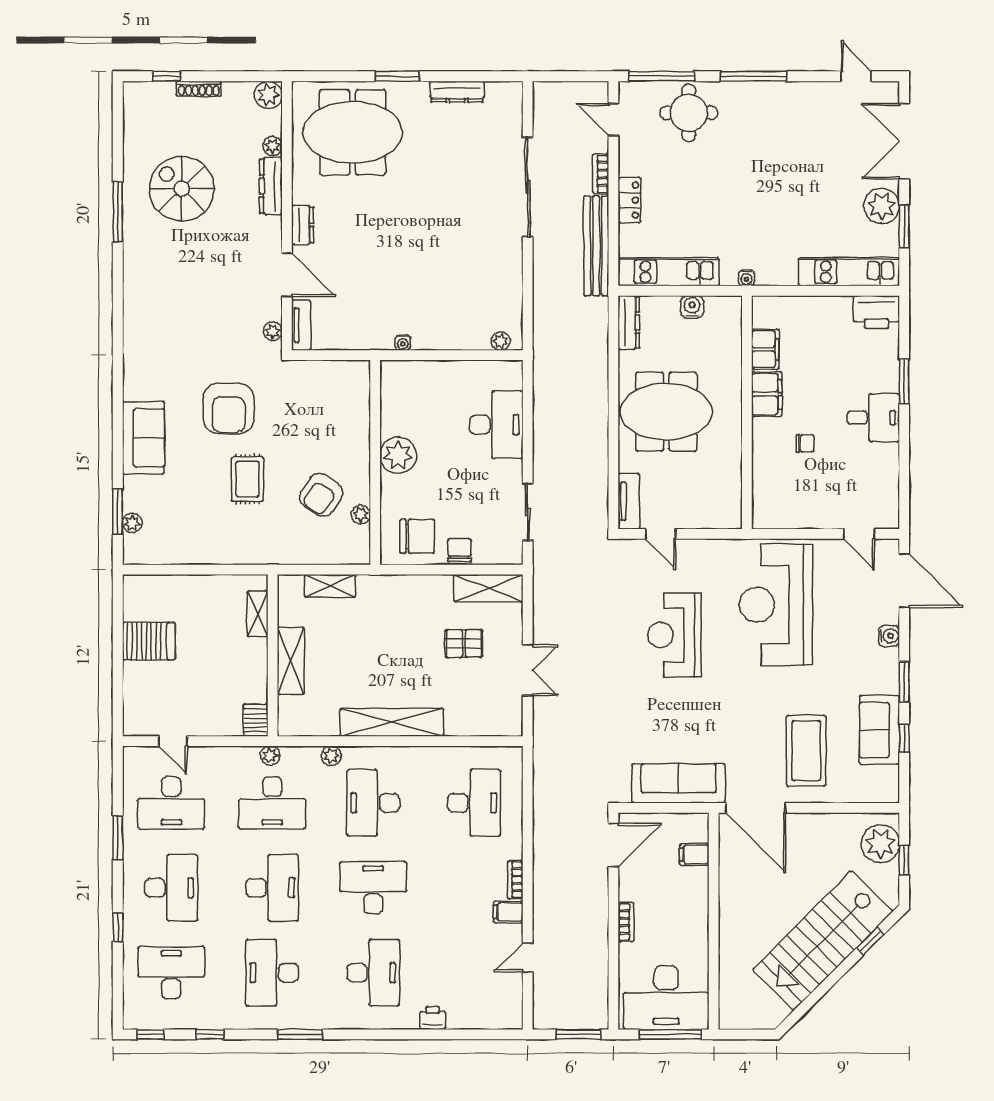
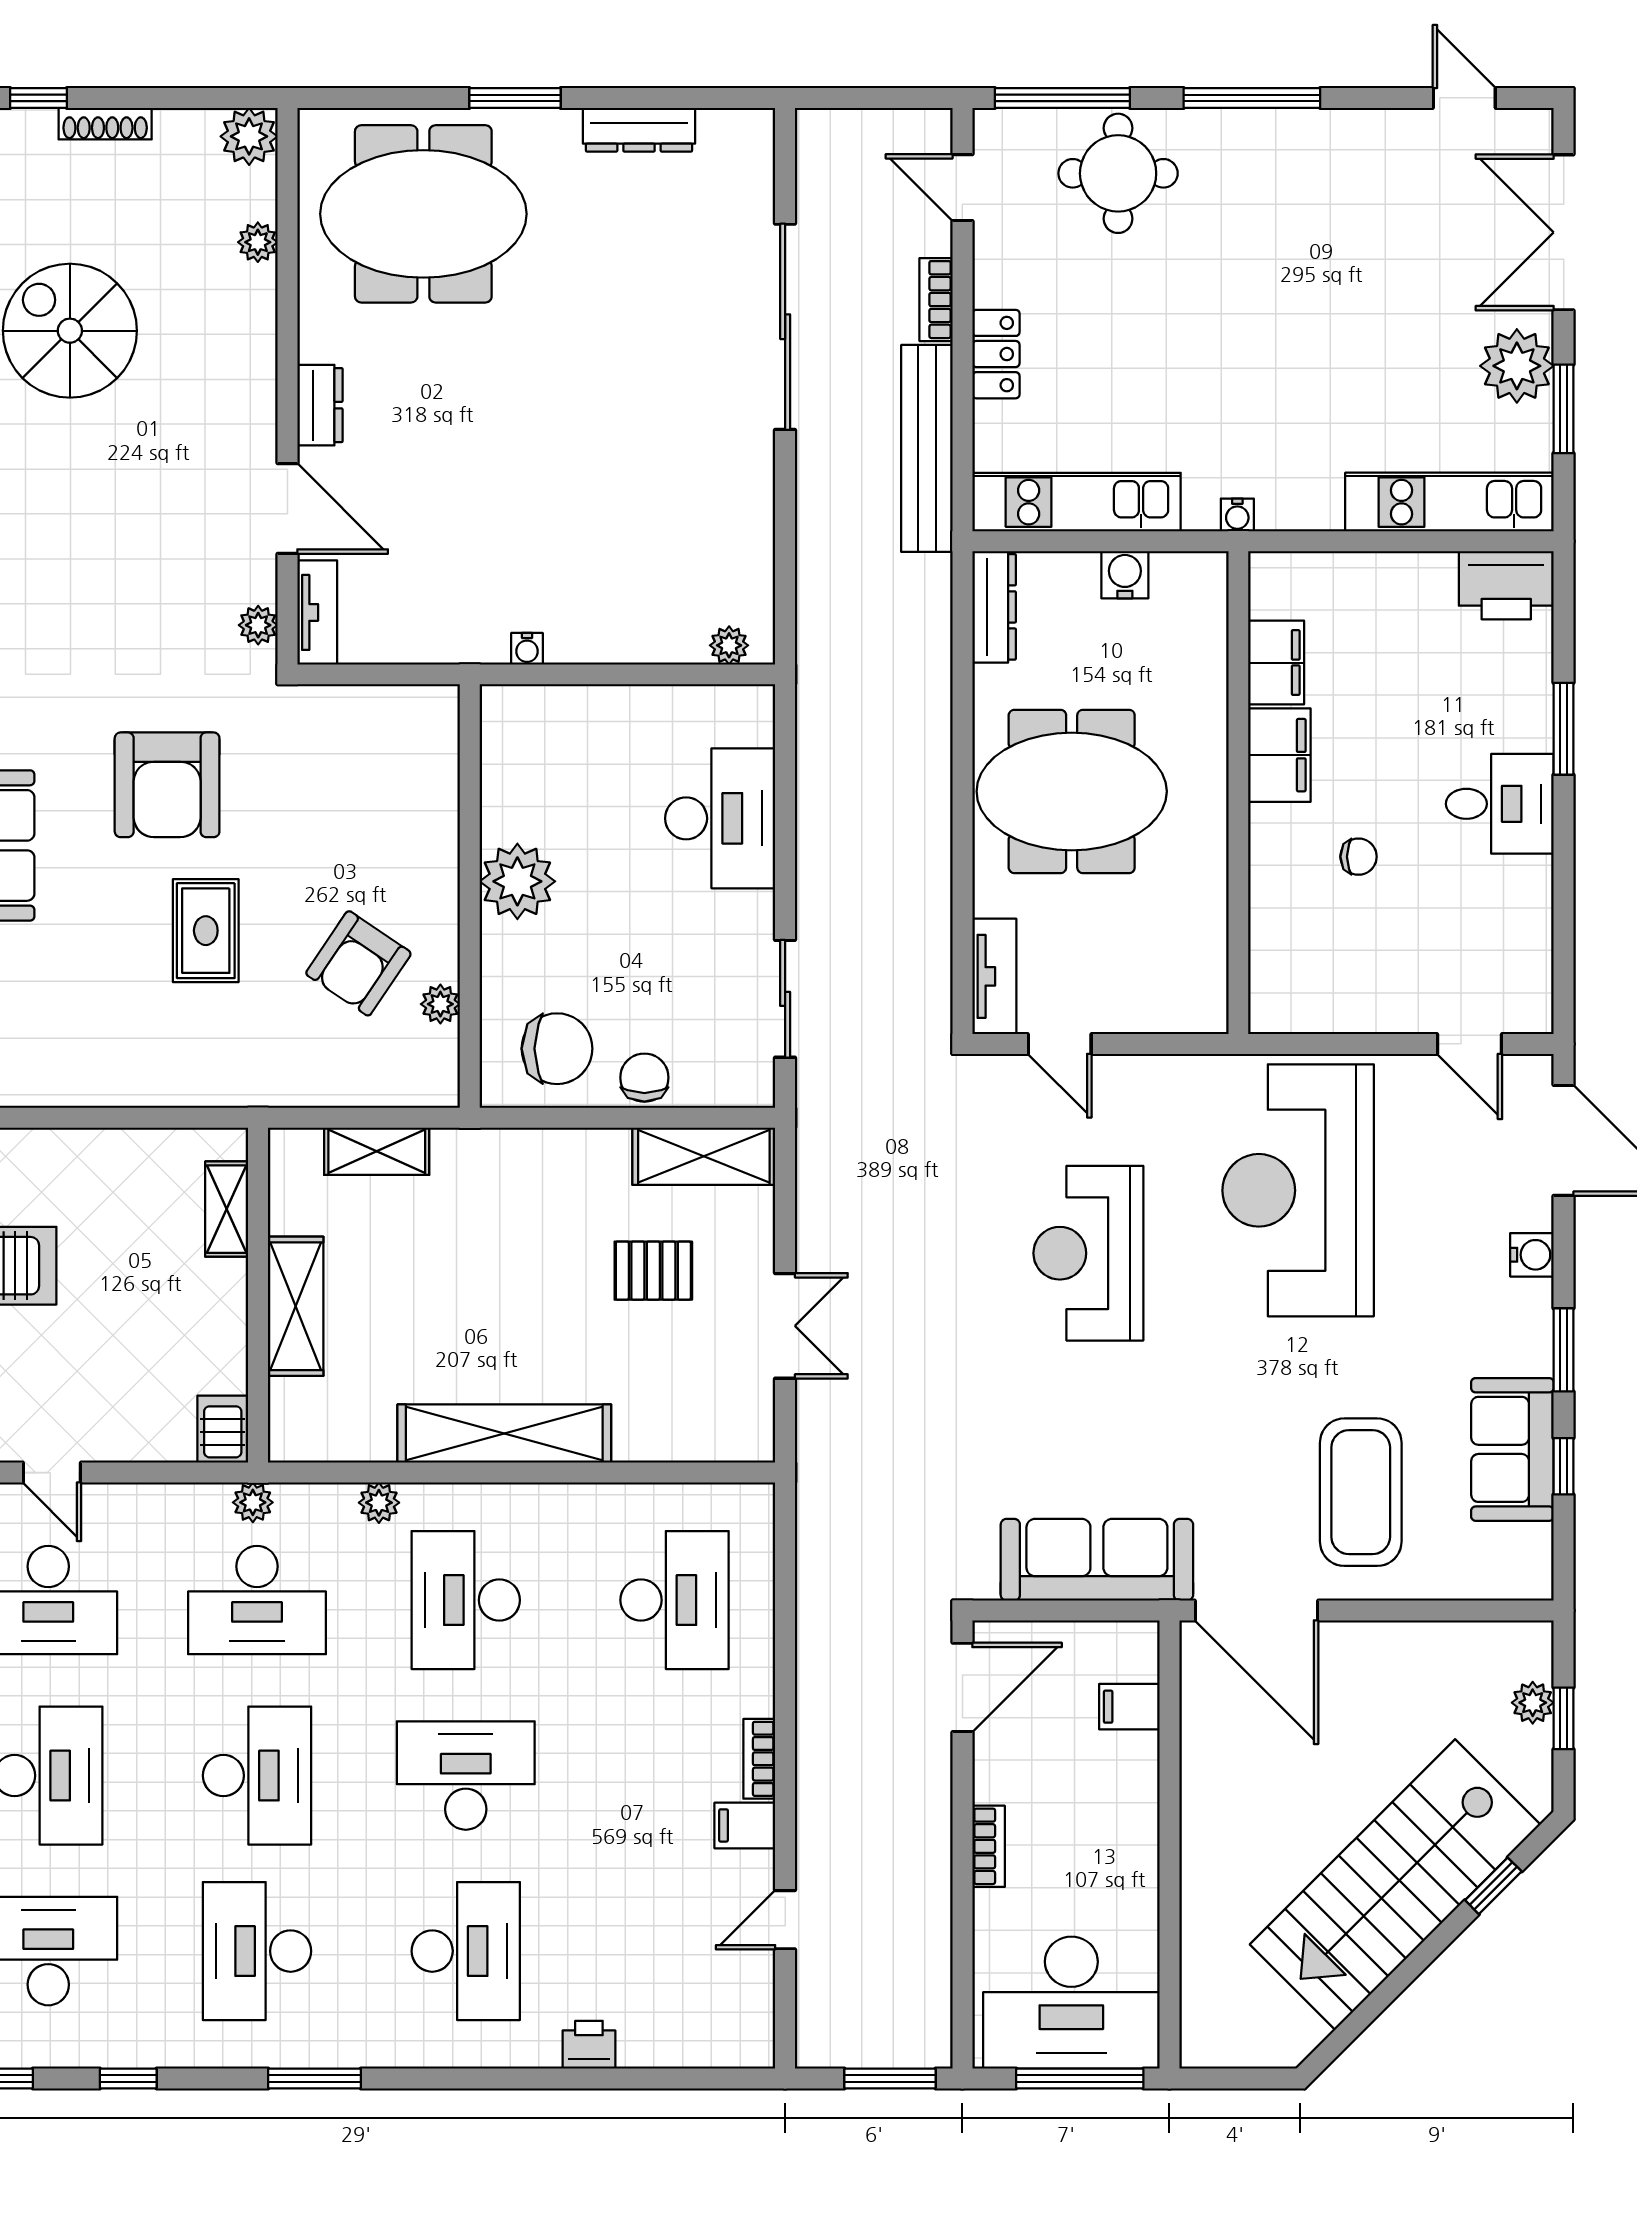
dresser: (271, 186) -> (255, 325), removed
plant: (880, 844) -> (1533, 1703), width x0.53, depth x0.53

